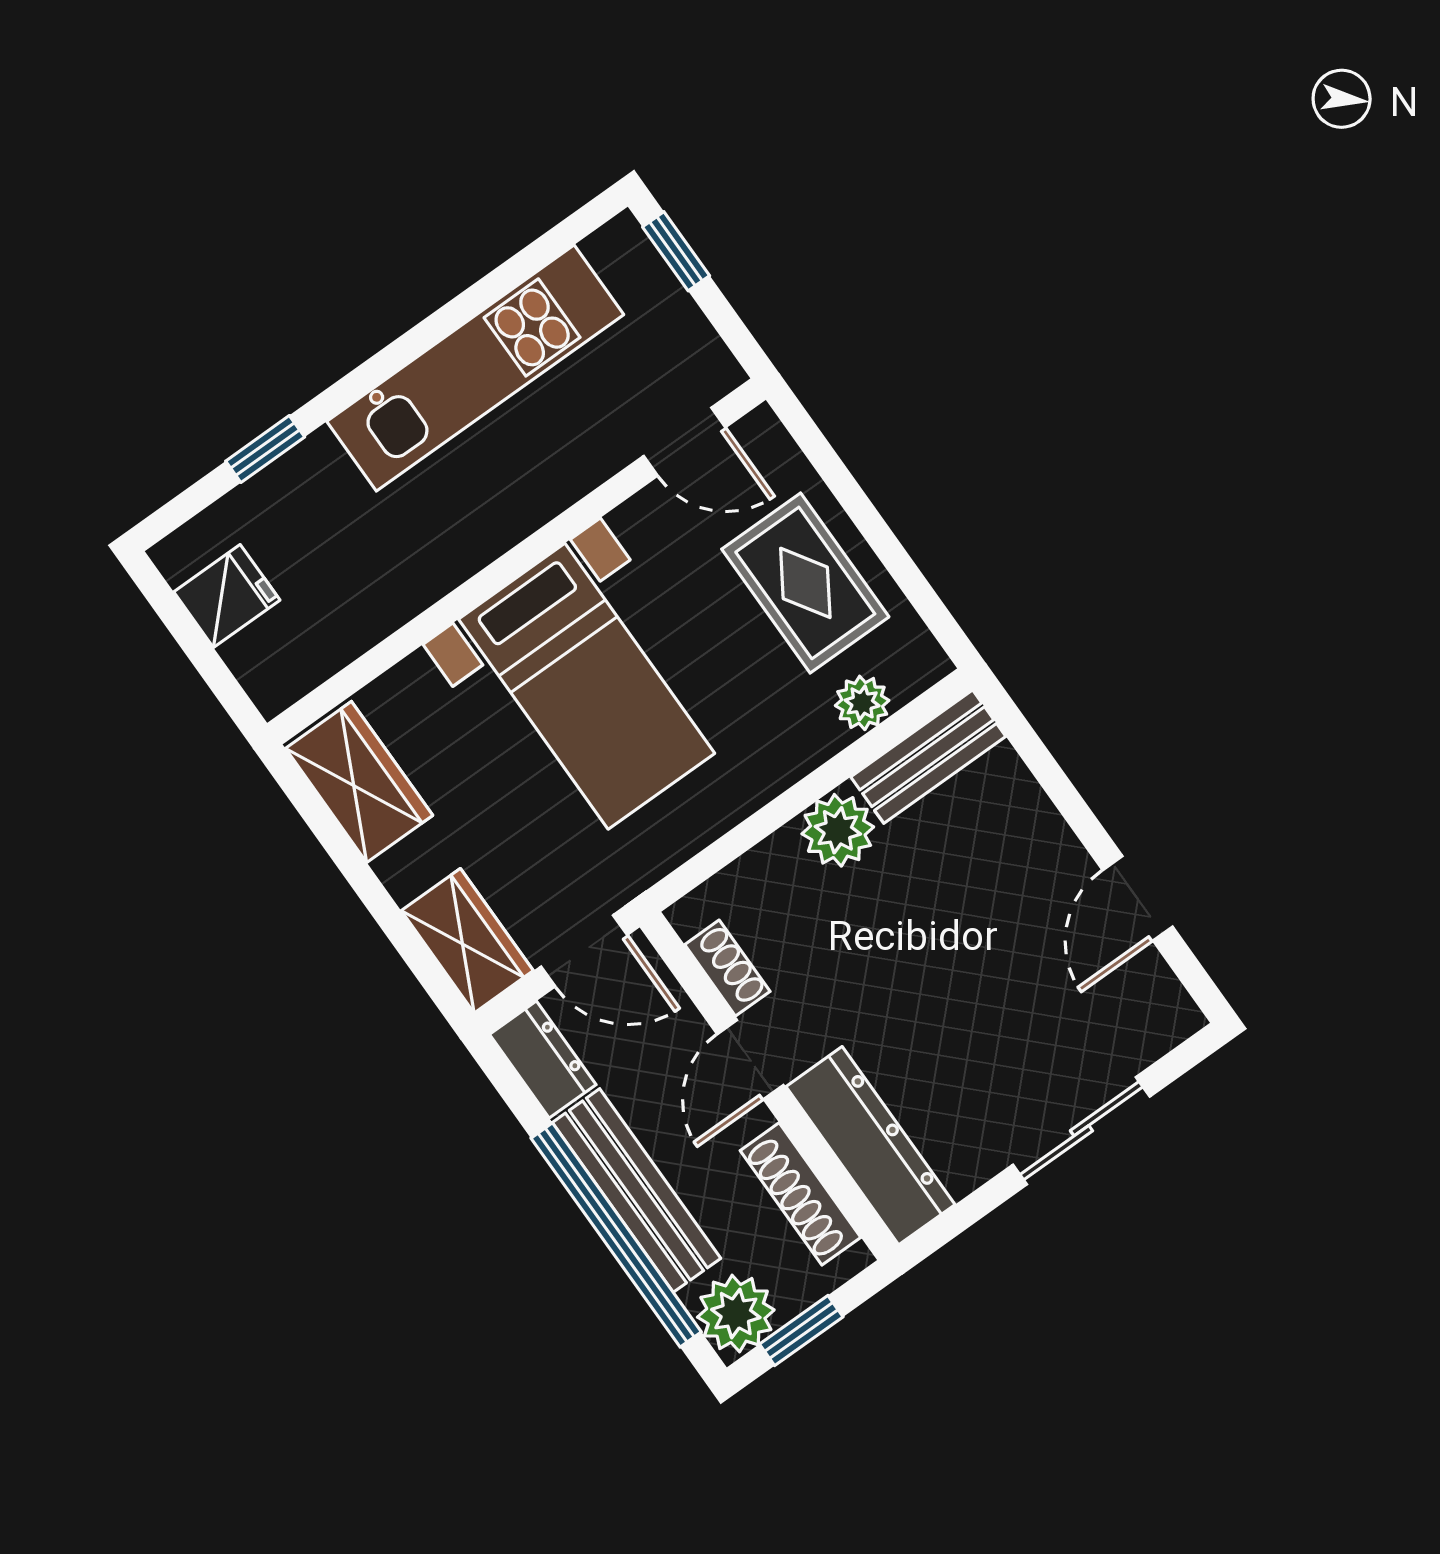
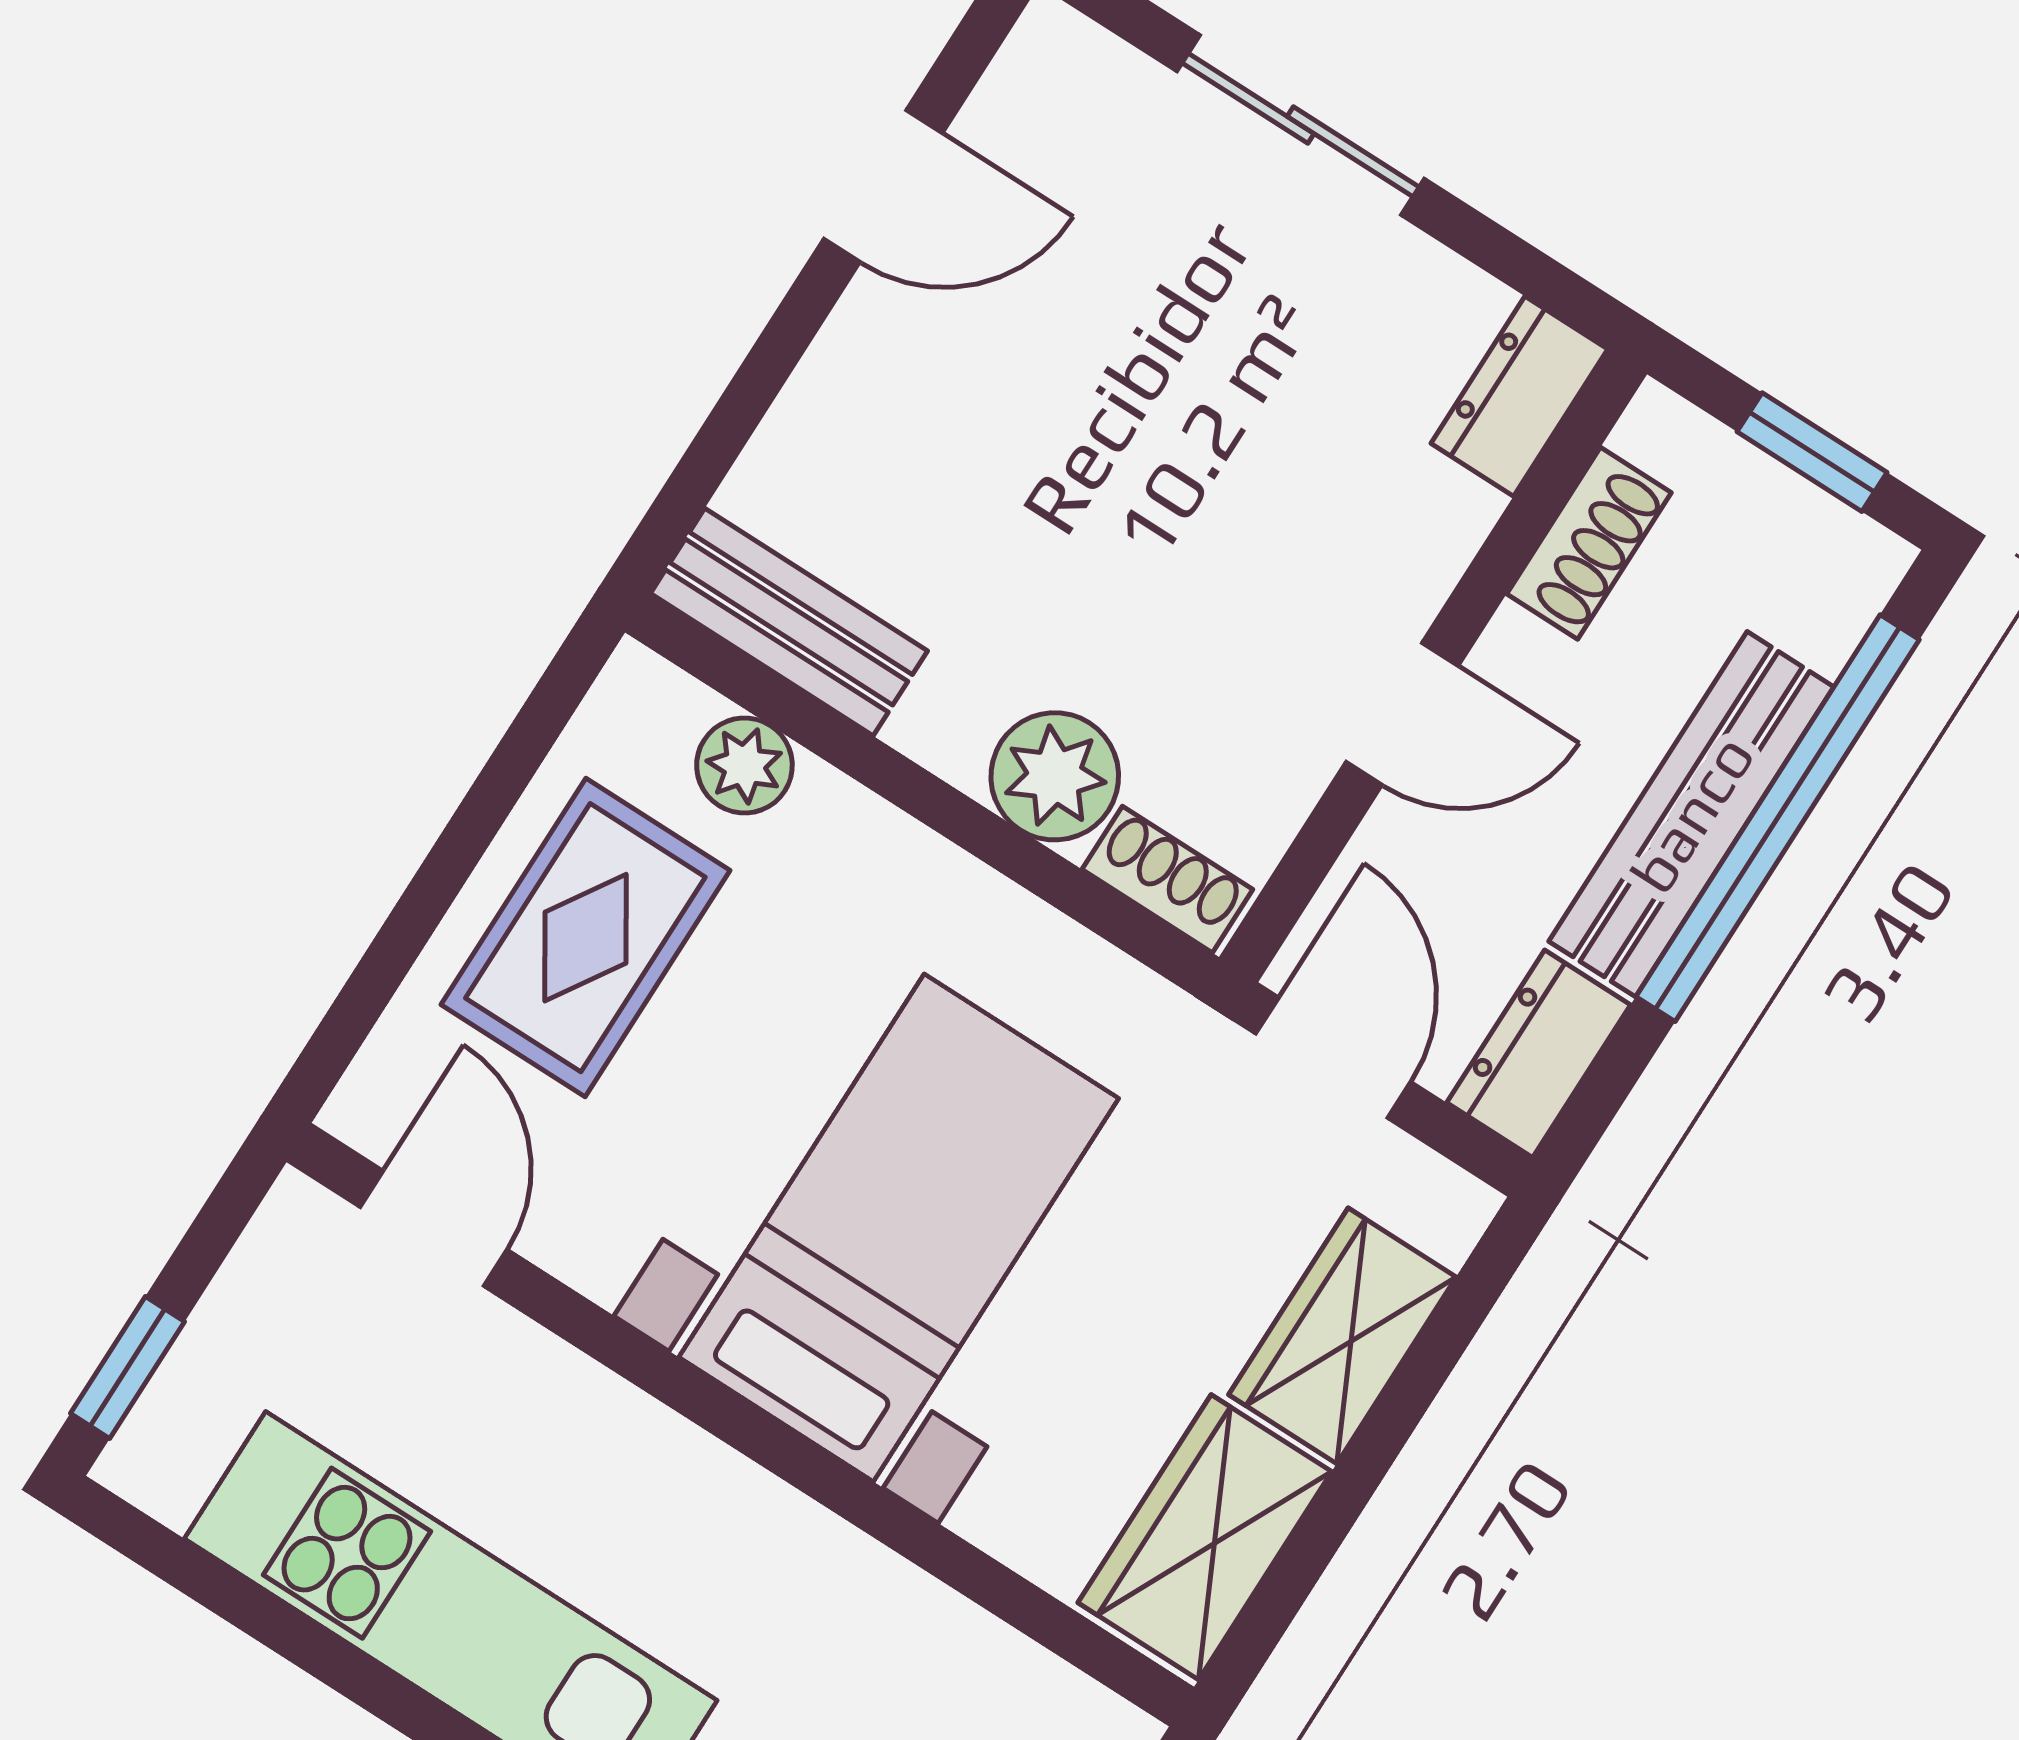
plant: (838, 830) -> (1055, 776), moved
wardrobe: (467, 941) -> (1342, 1336), moved
shoe rack: (727, 968) -> (1167, 879), moved, turned 90
dresser: (870, 1146) -> (1519, 396), width x0.51, depth x0.80
shoe rack: (801, 1194) -> (1589, 543), width x0.70
plant: (736, 1313) -> (1827, 570), removed

